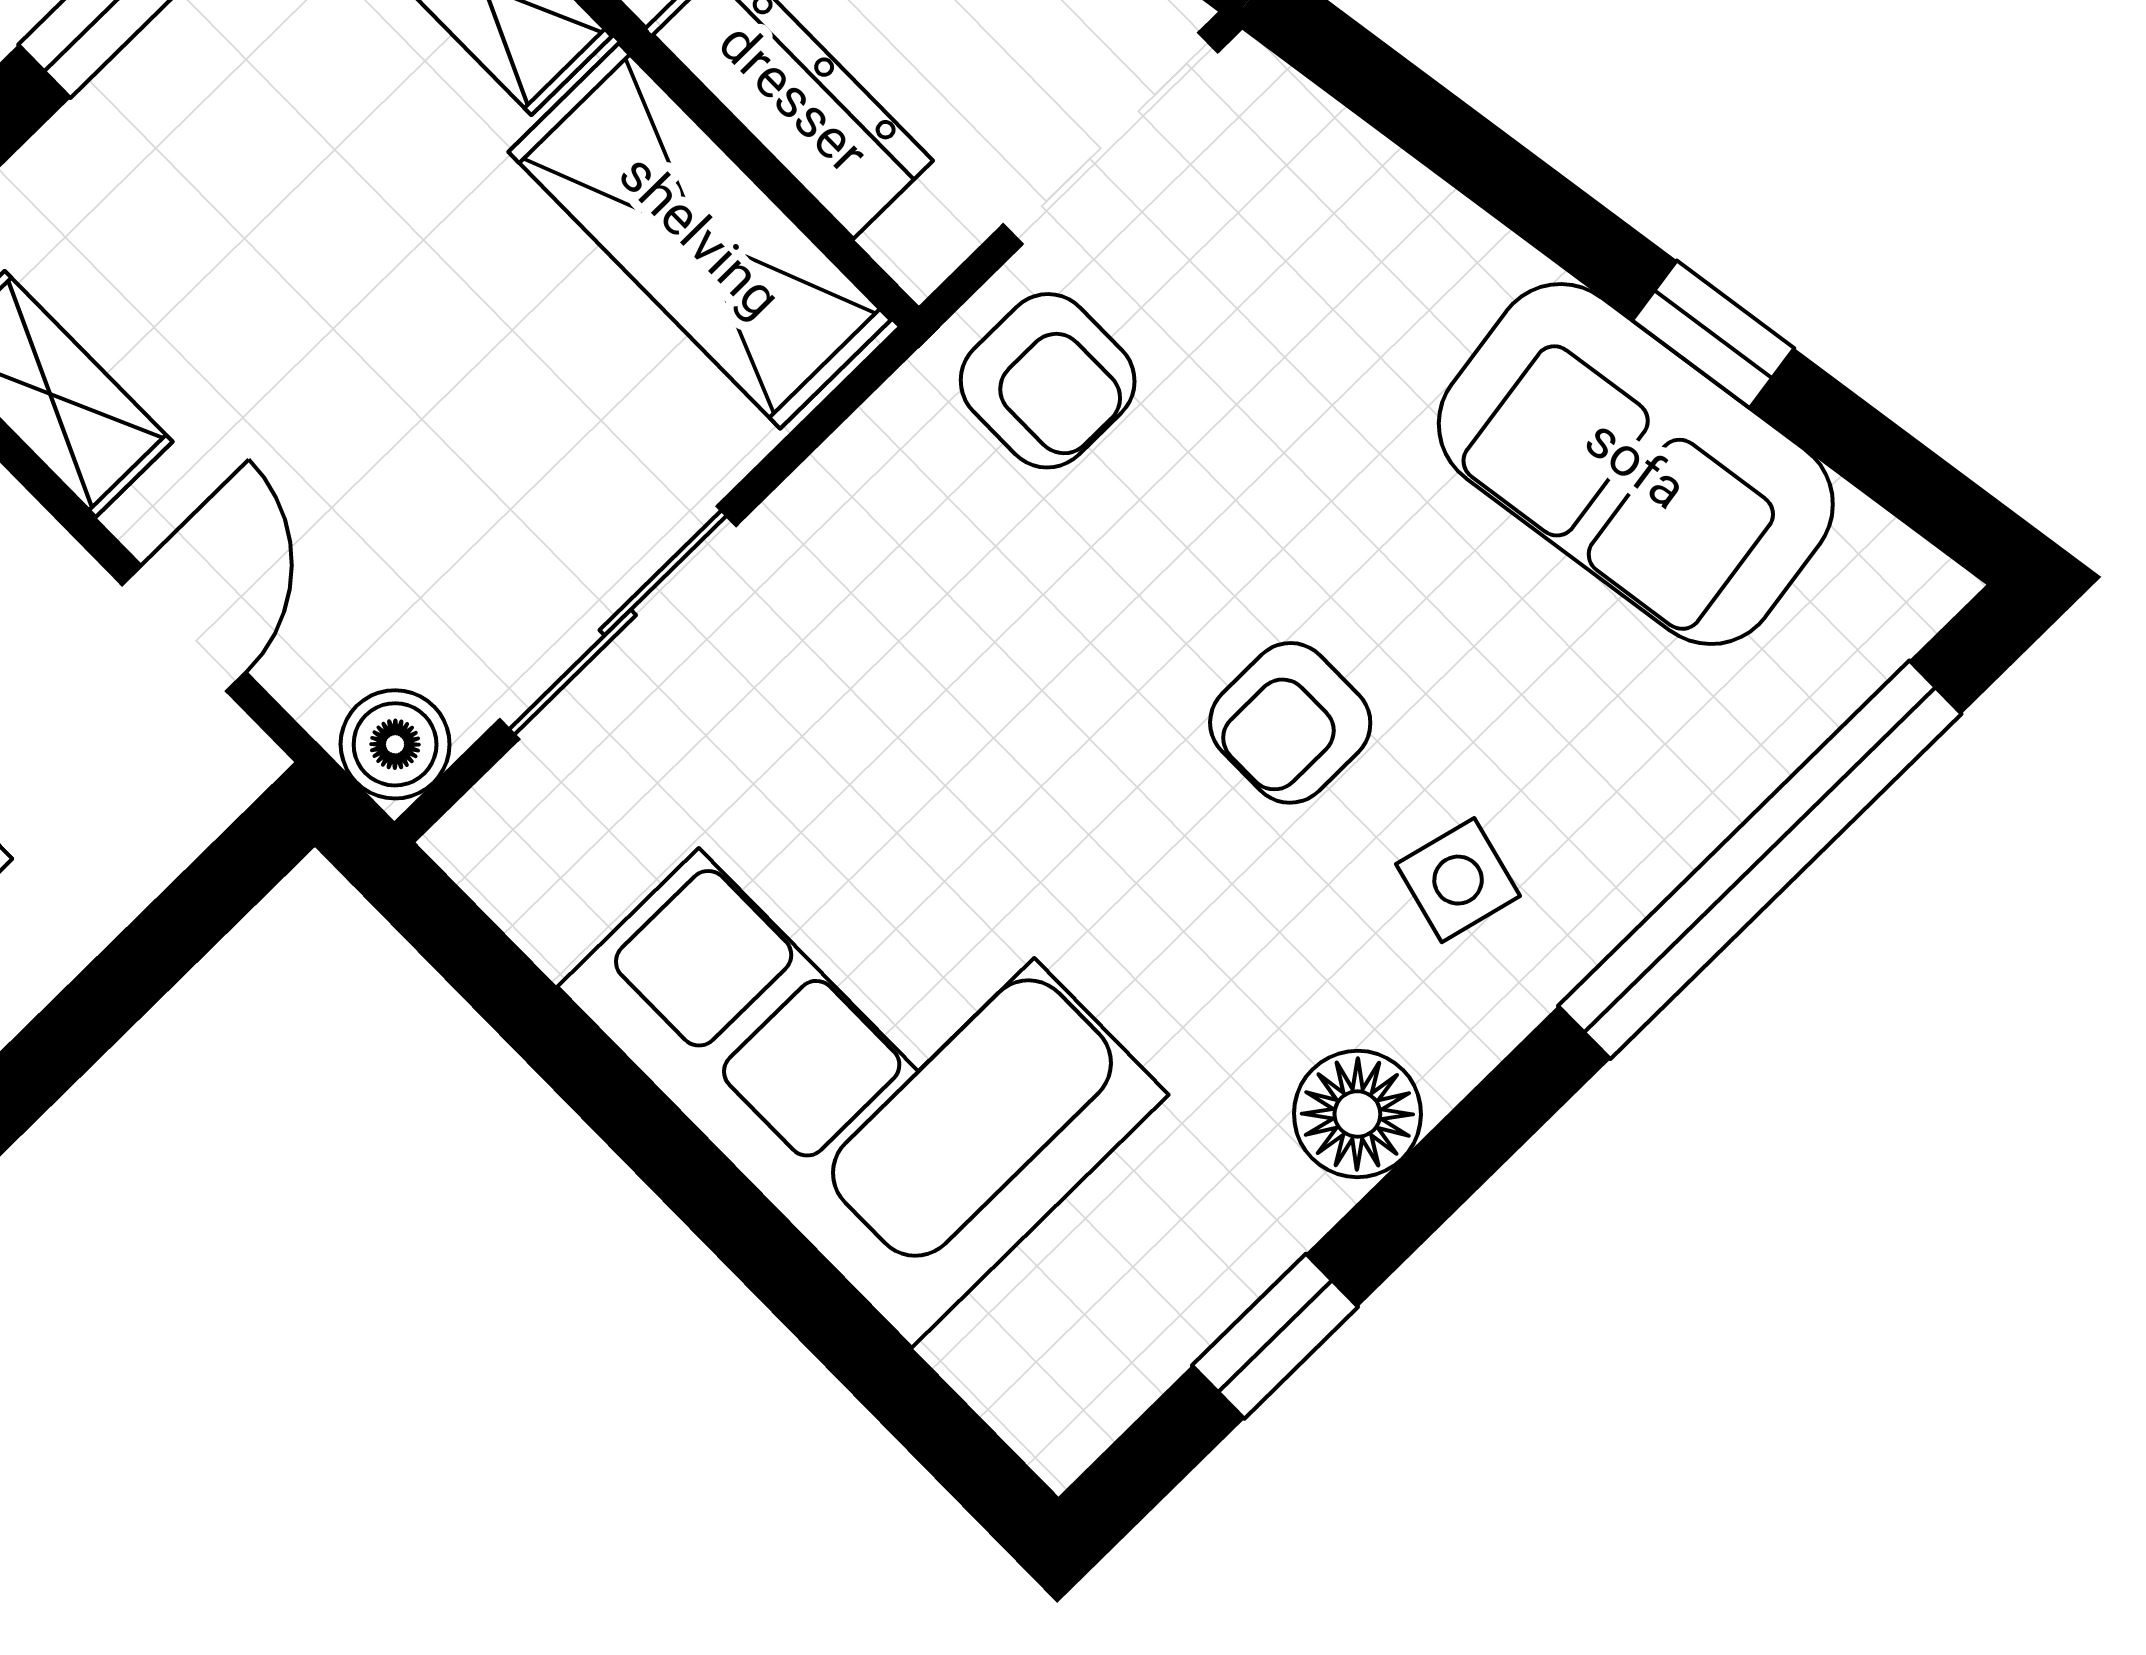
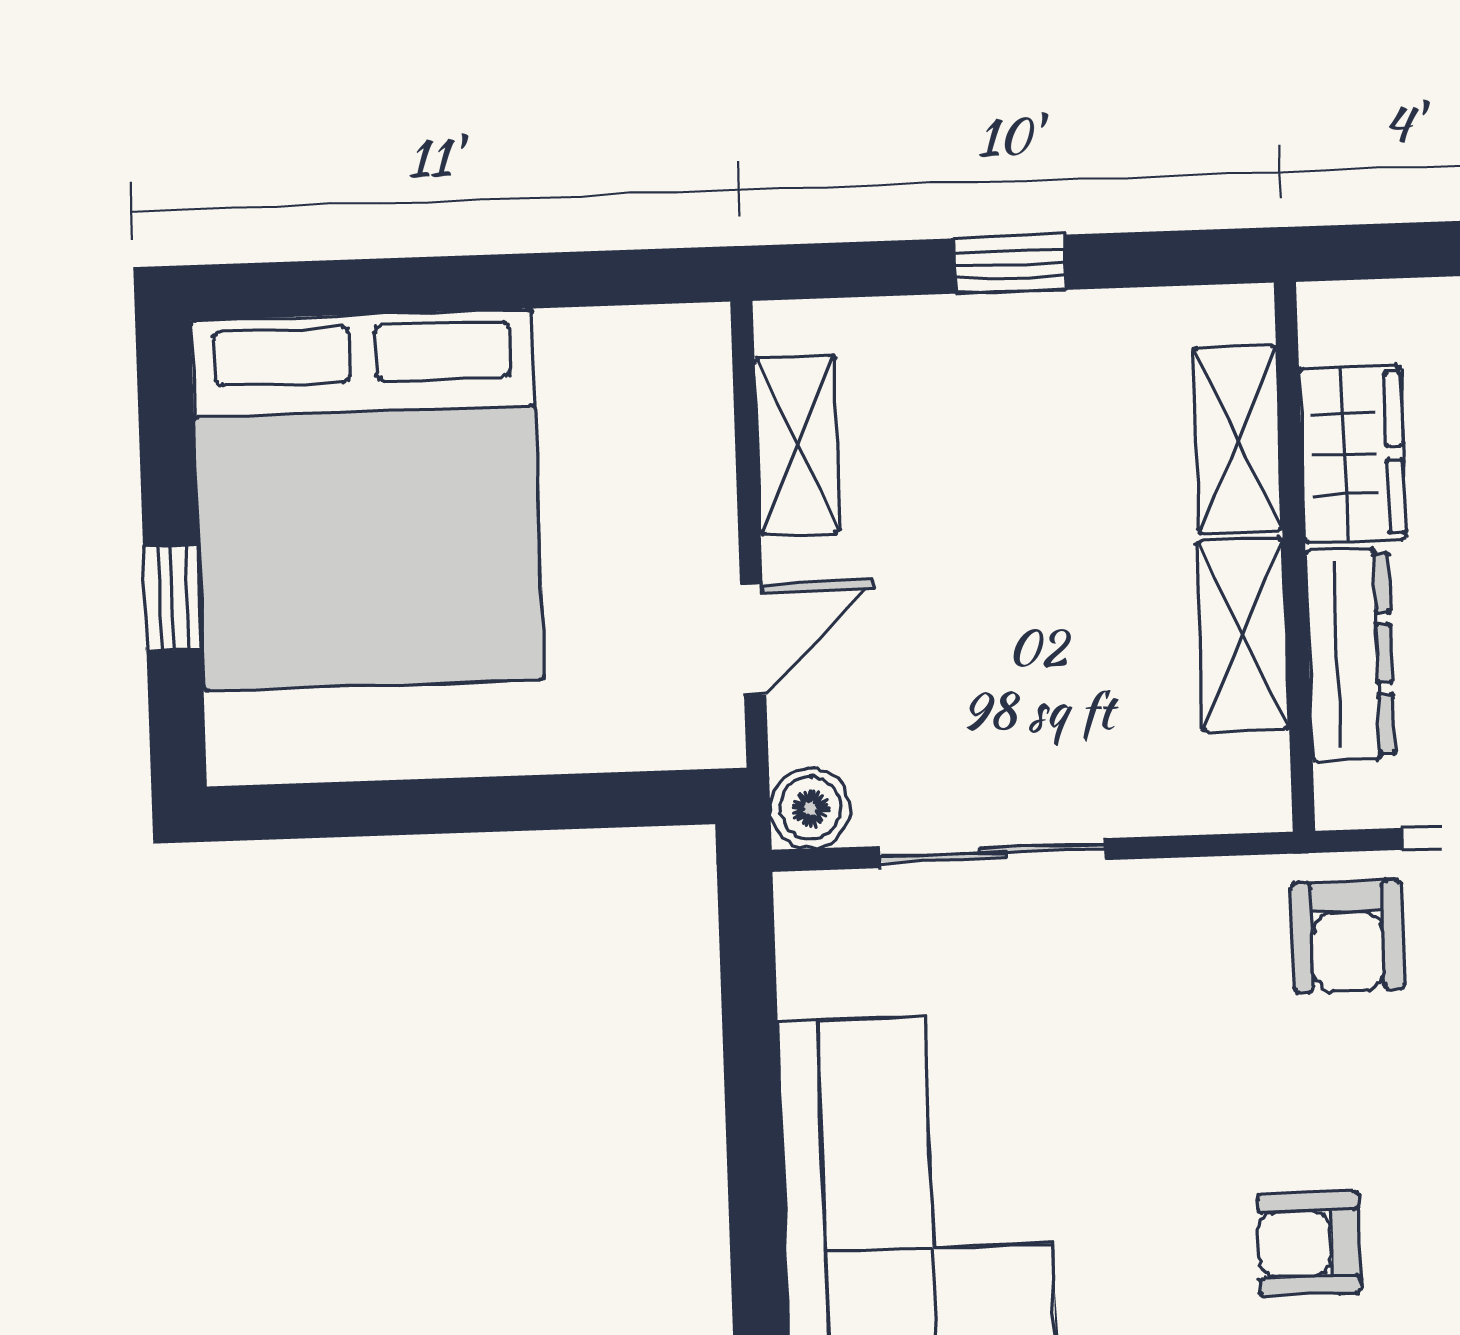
shelving: (700, 236) -> (1243, 635), width x0.67, depth x0.75

